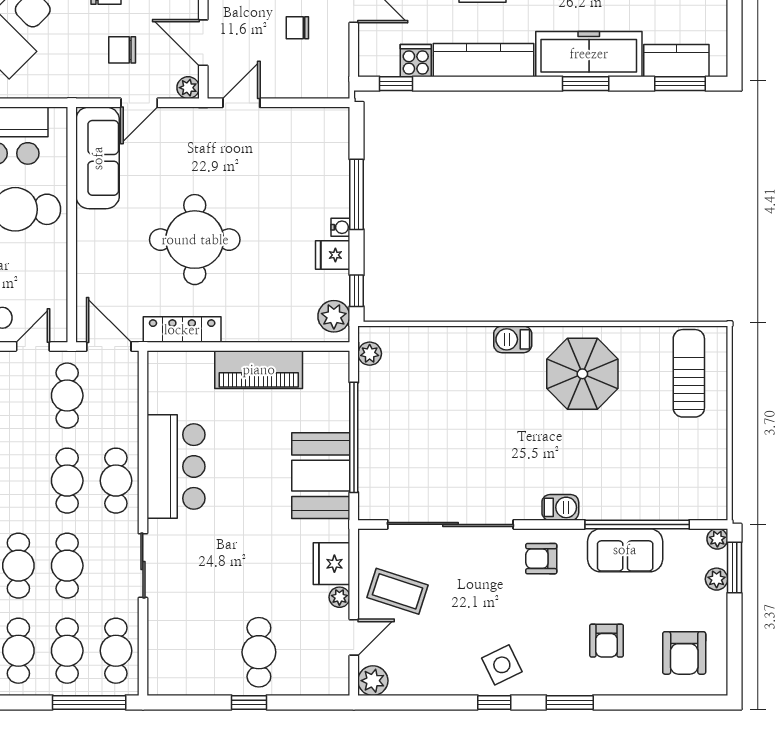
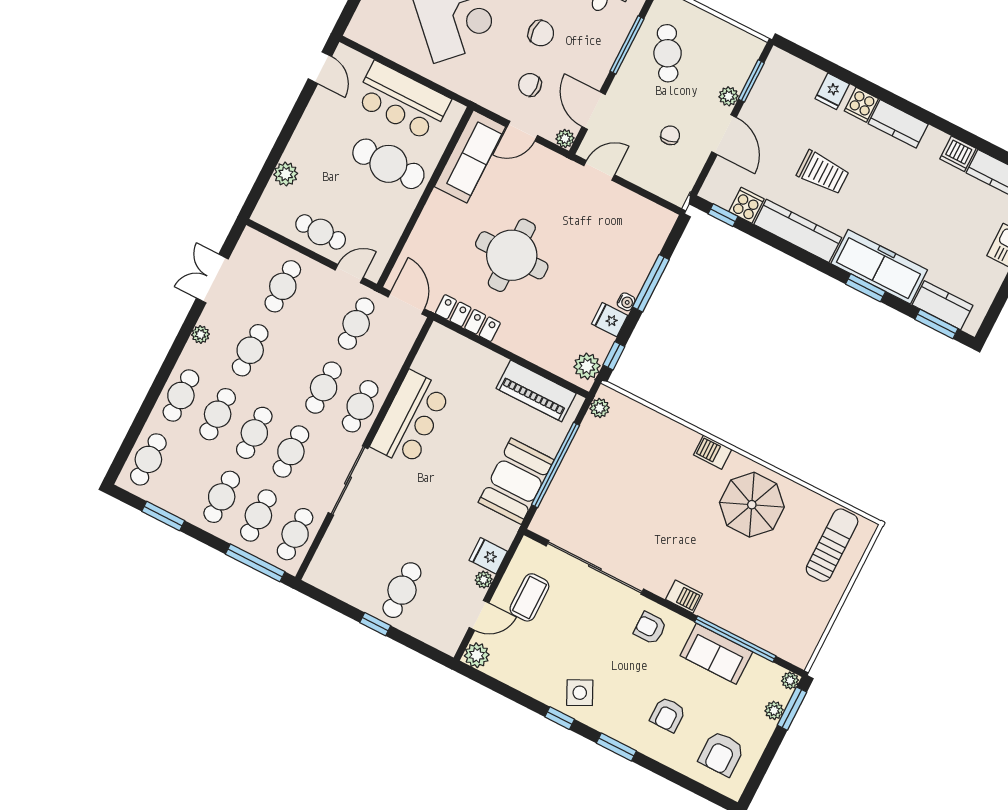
chair: (297, 28) -> (670, 135), turned 80
piano: (259, 370) -> (536, 391), moved
fridge: (332, 564) -> (488, 556), width x0.72
sliding door: (143, 566) -> (348, 481), width x1.37
coffee table: (398, 591) -> (529, 597), turned 72

